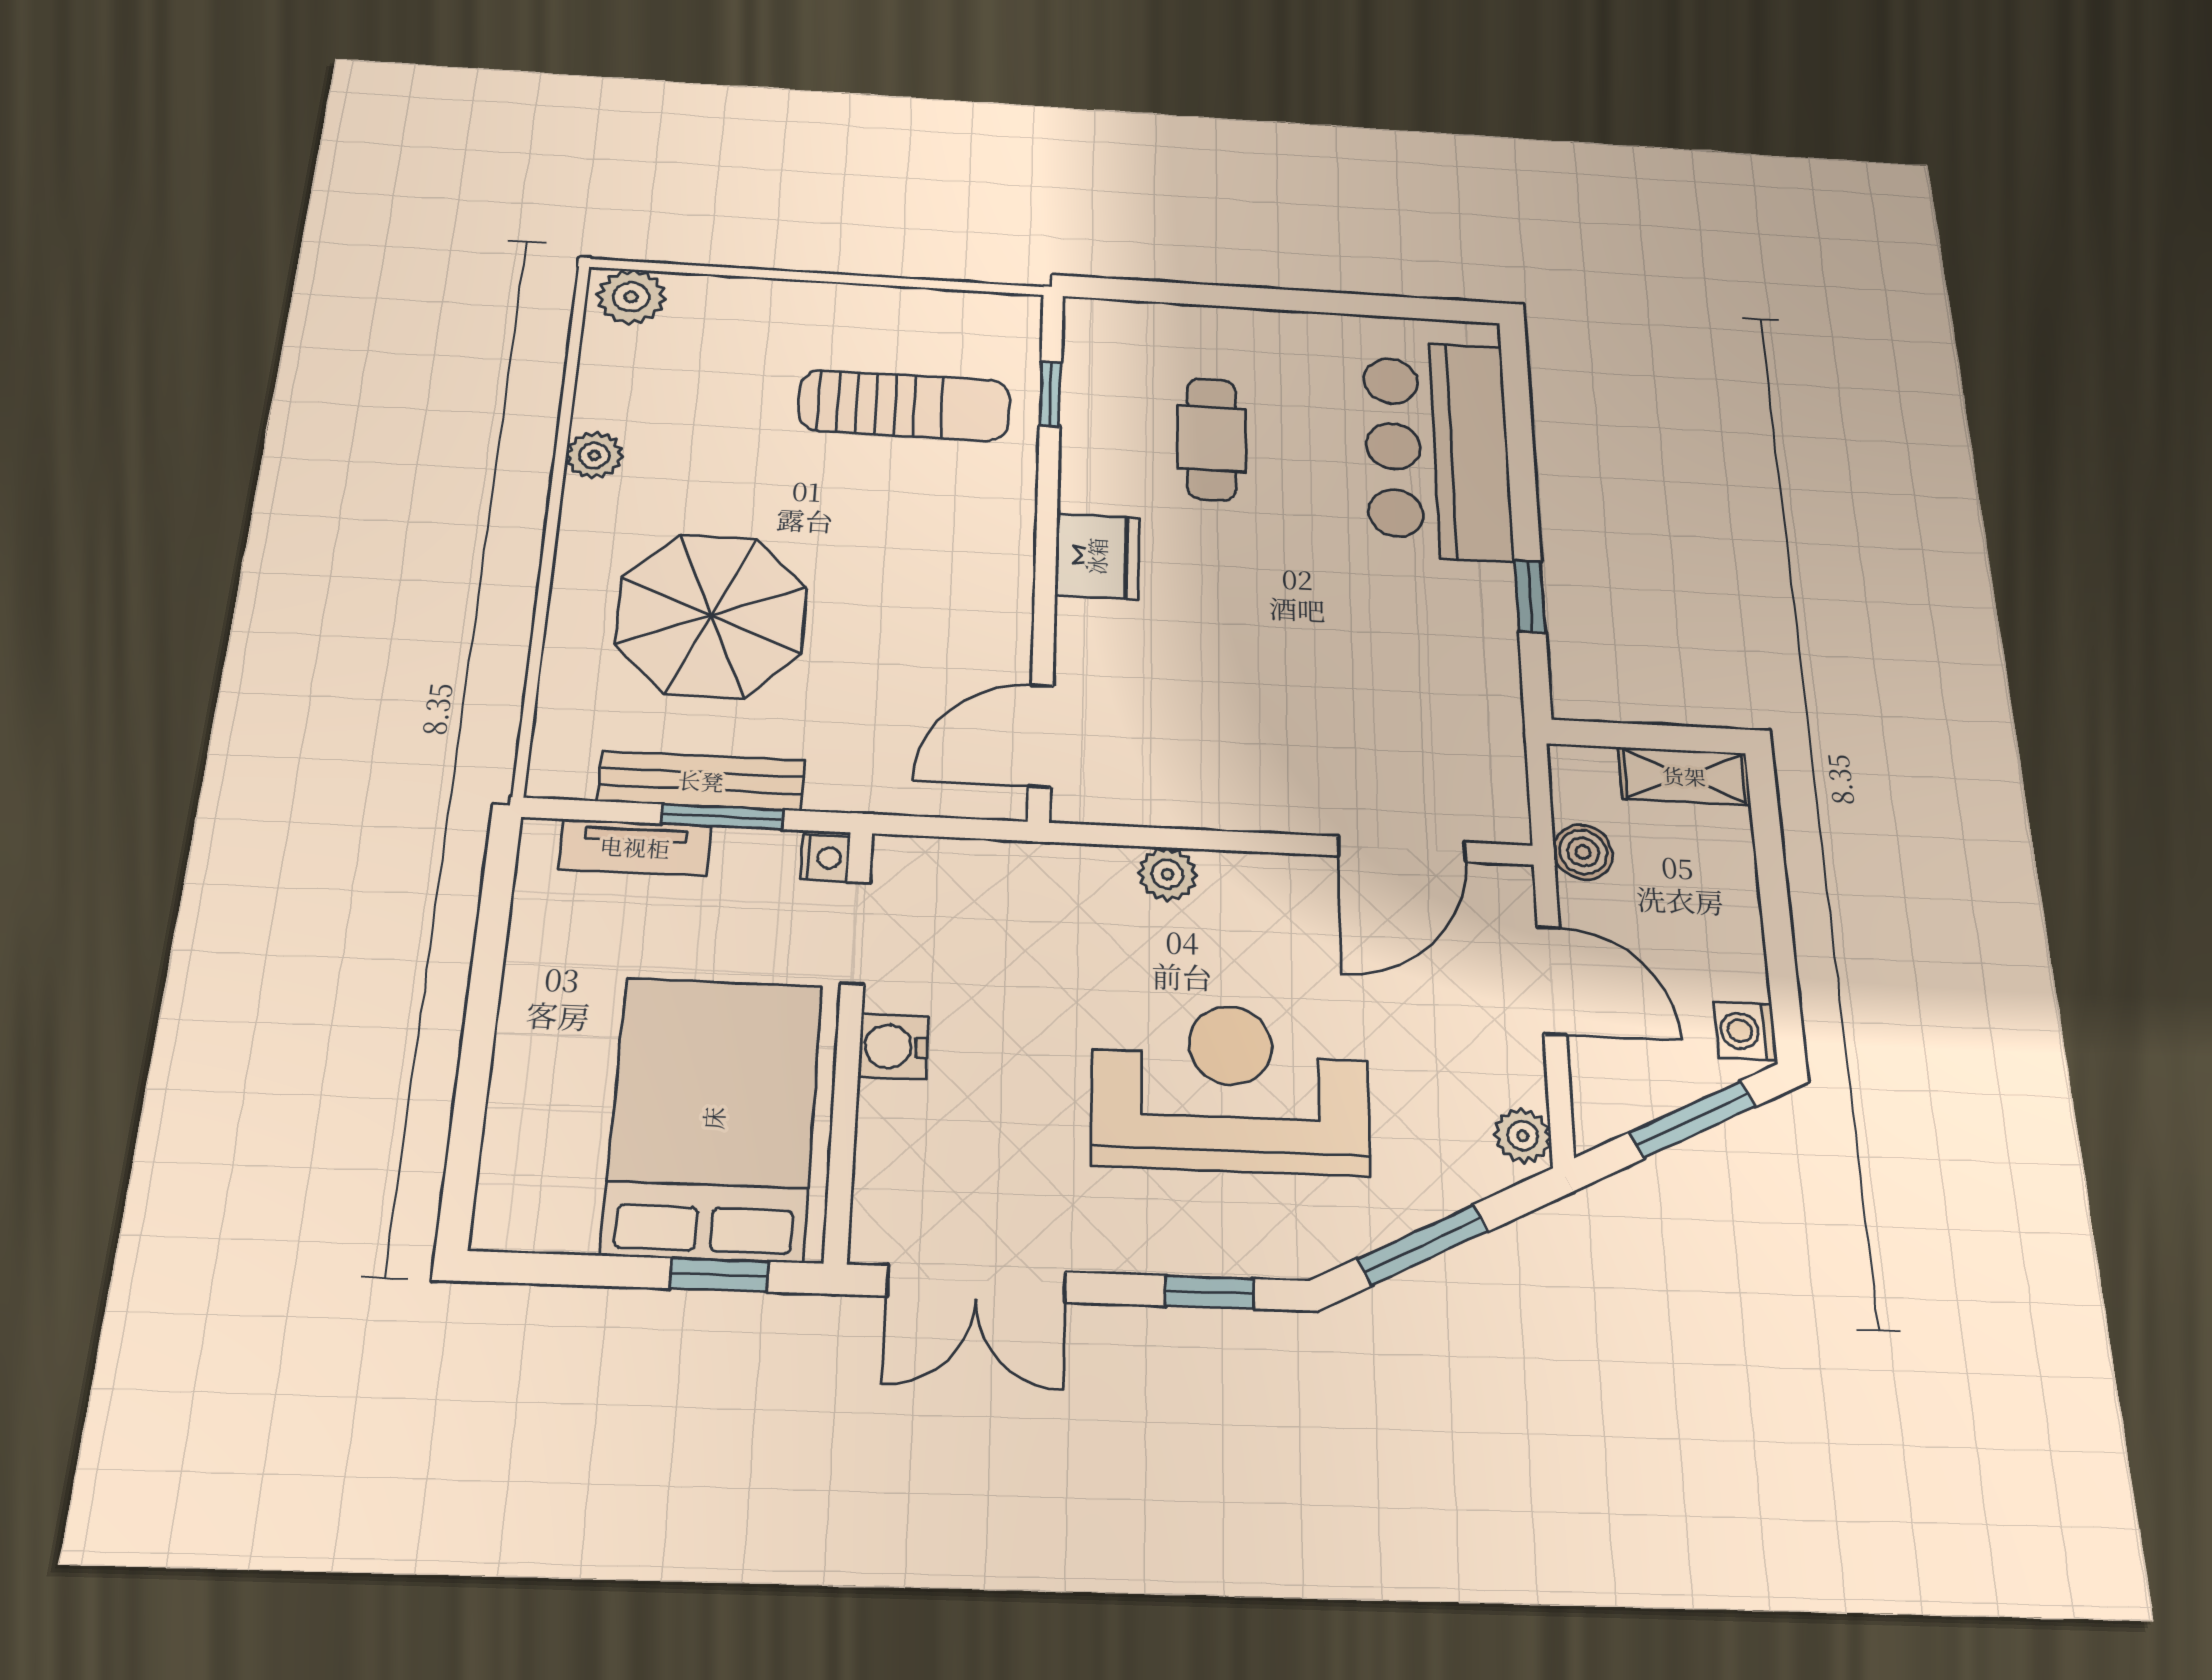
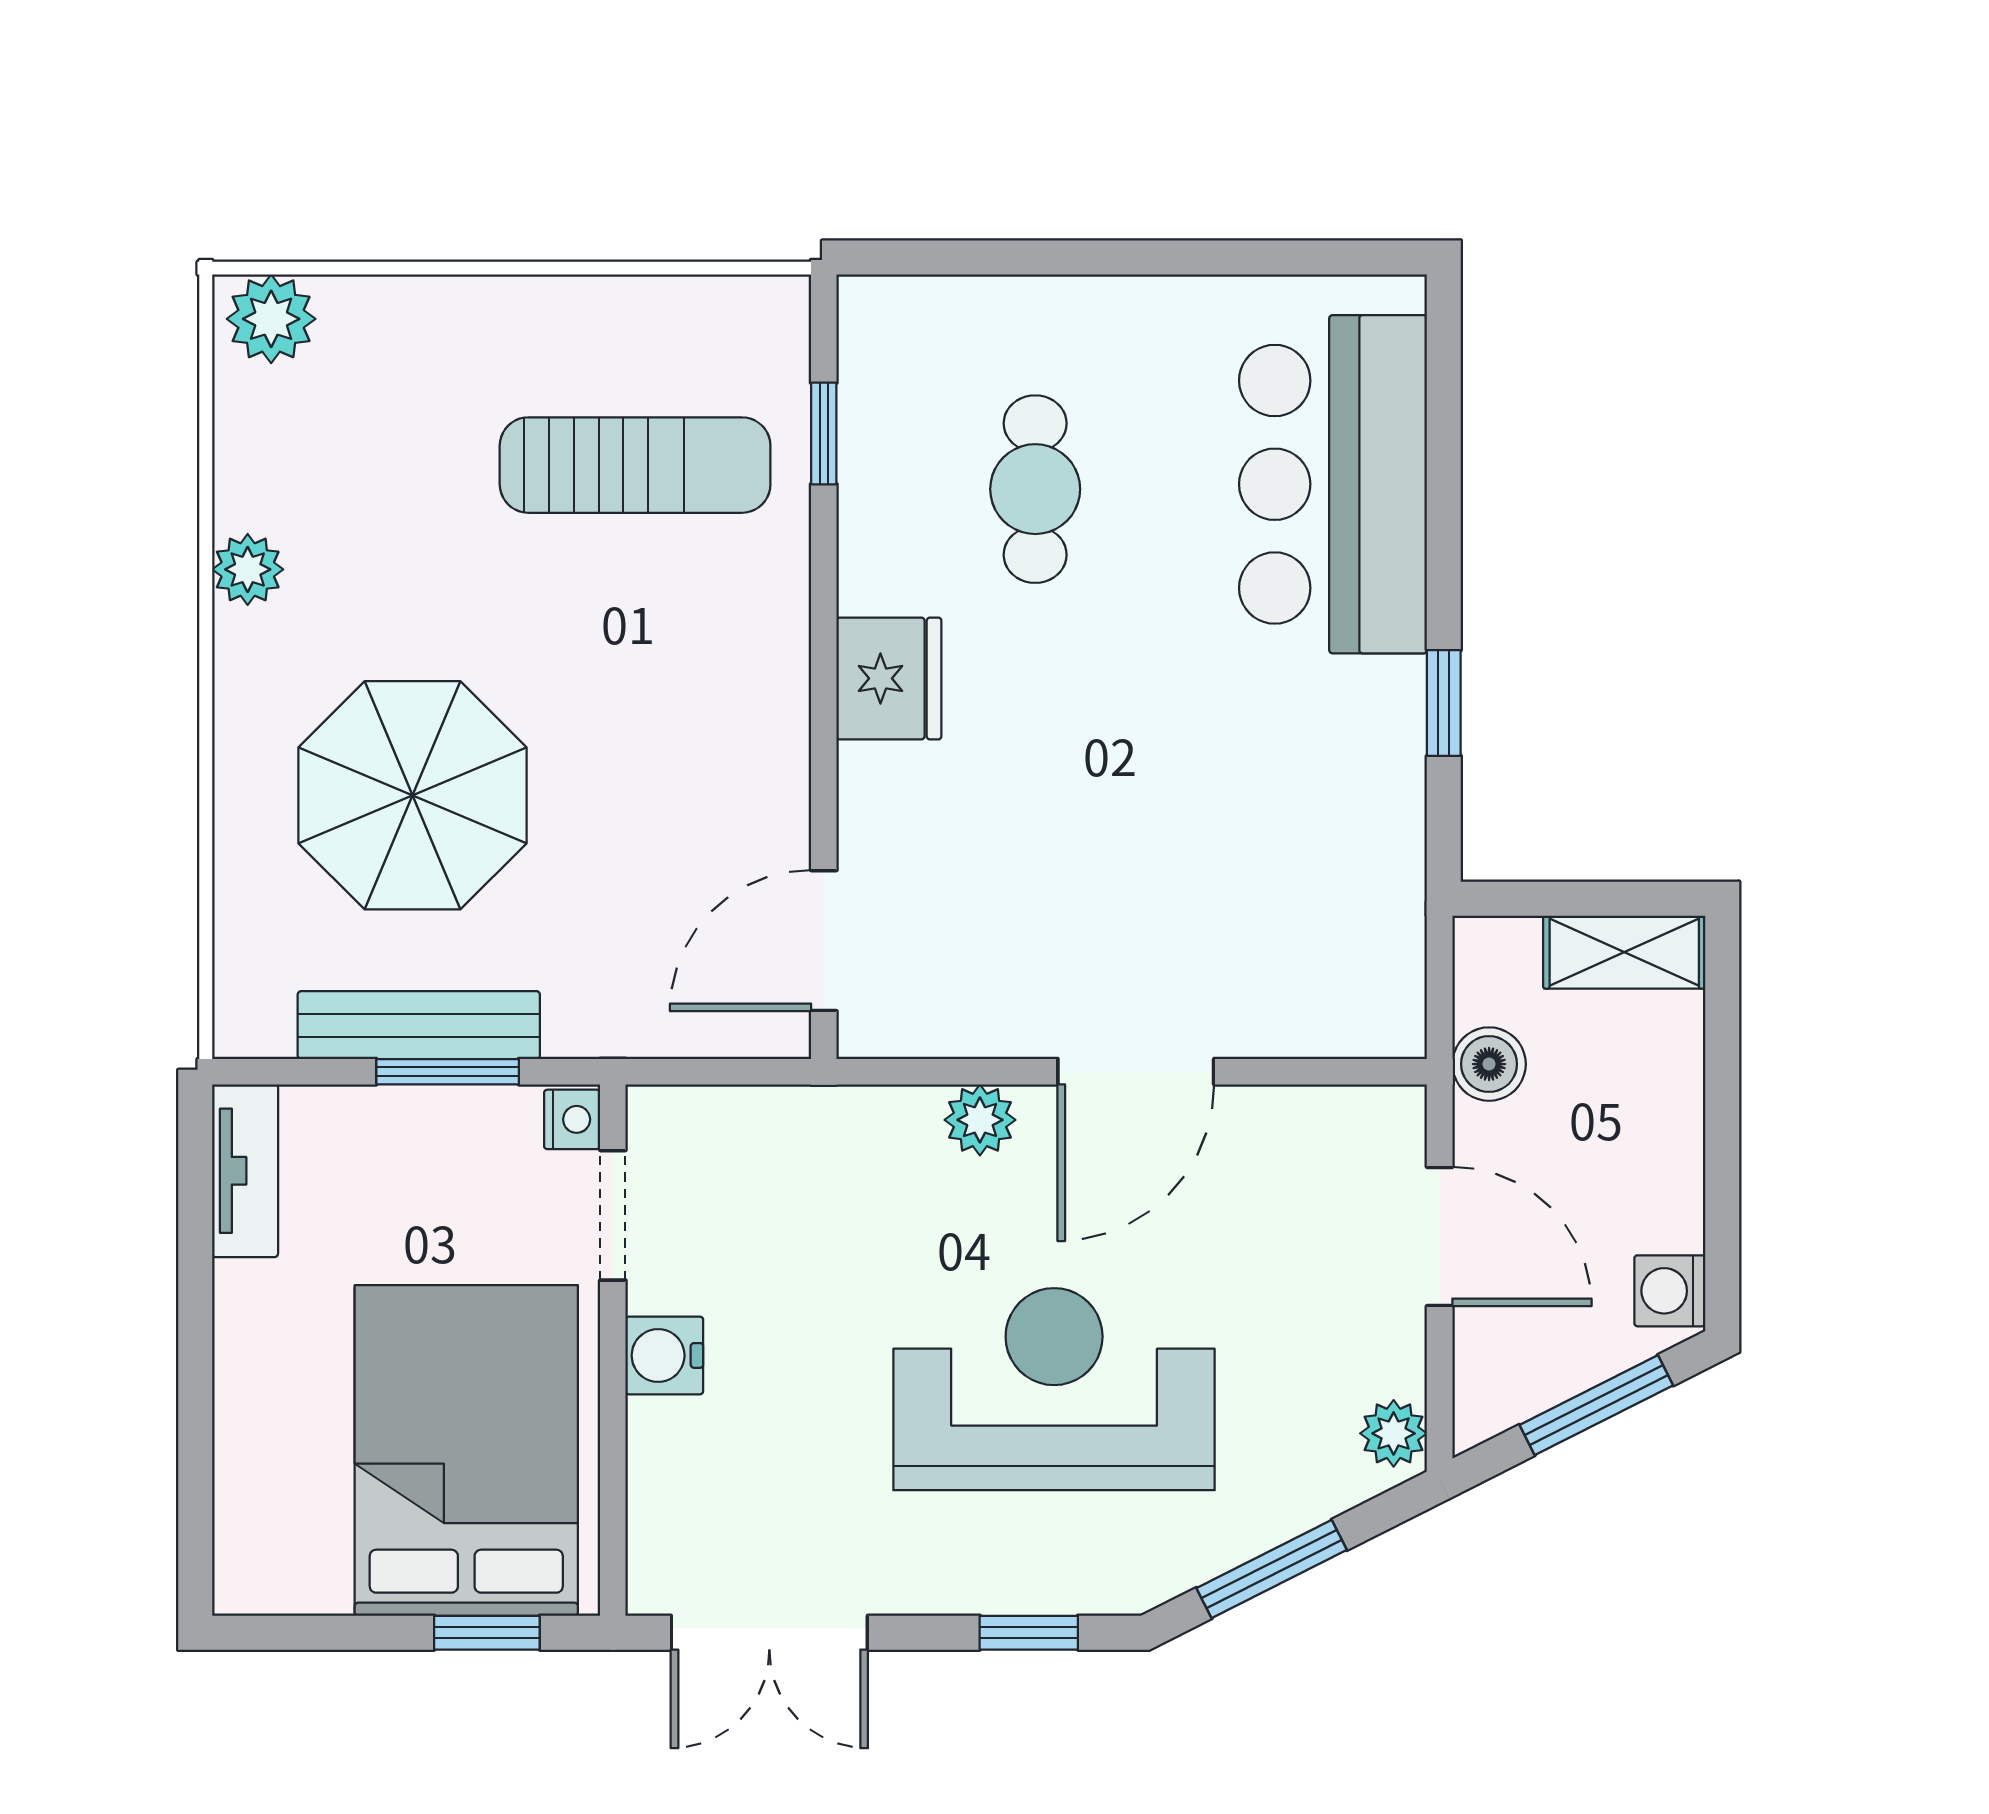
tv unit: (635, 847) -> (245, 1171), moved, turned -90
door: (1402, 849) -> (1136, 1072), moved

